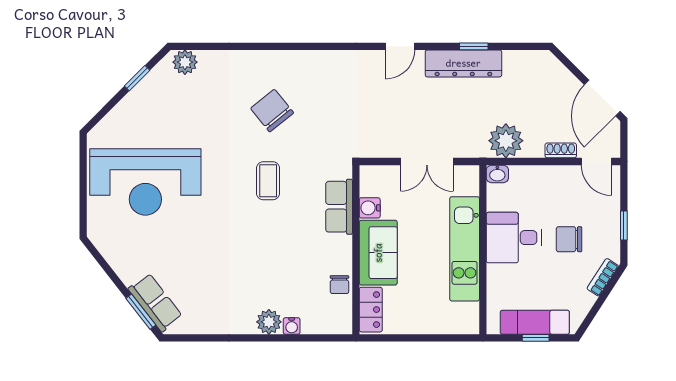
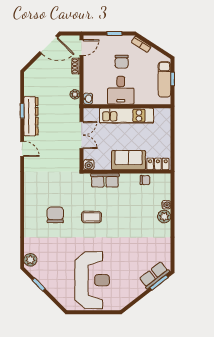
chair: (272, 111) -> (55, 215), turned 129
plant: (506, 141) -> (75, 94), width x0.53, depth x0.53
water cooler: (370, 208) -> (89, 165), moved

